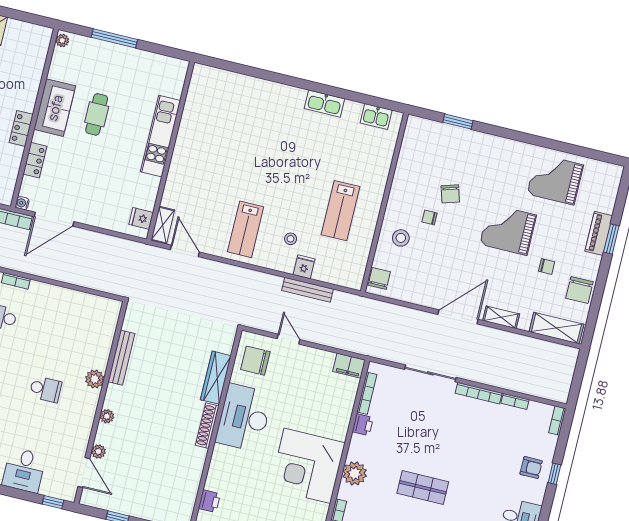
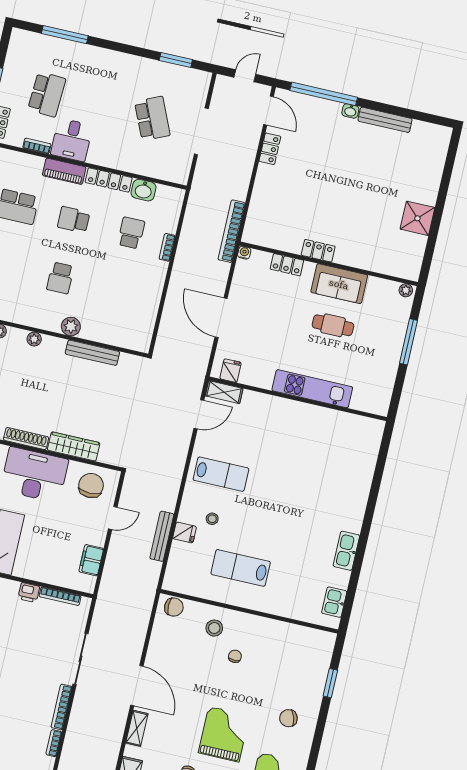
chair: (450, 194) -> (288, 718), moved
door: (54, 219) -> (221, 318), moved
lab bench: (246, 229) -> (221, 474), turned 180
filing cabinet: (349, 366) -> (91, 560), moved

